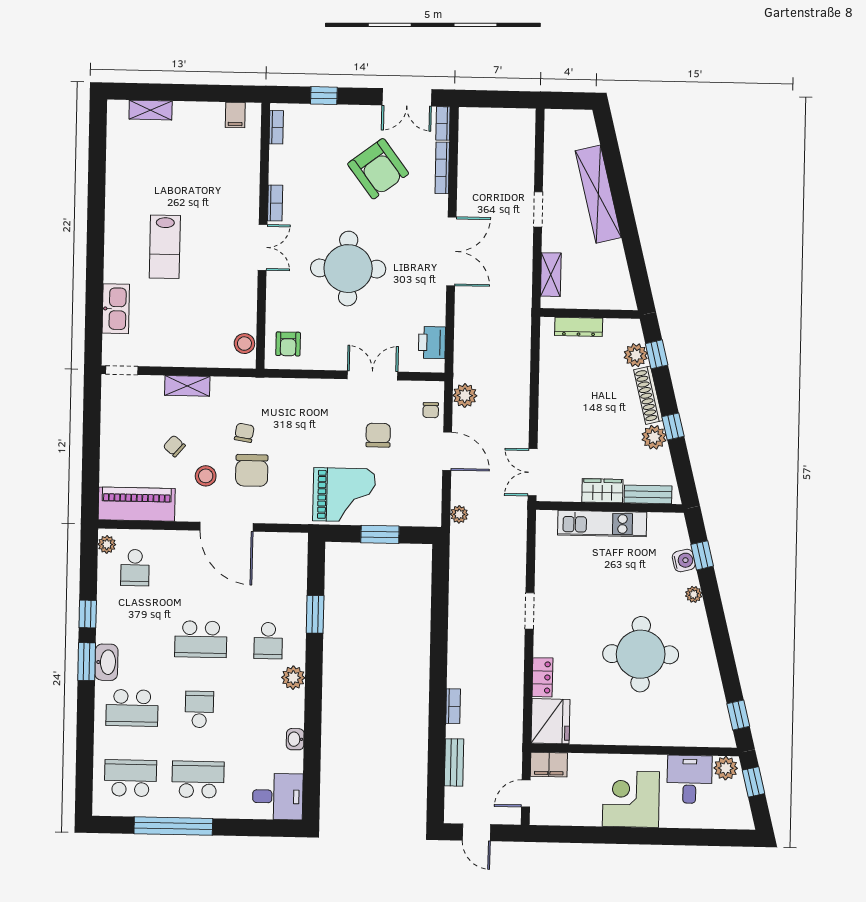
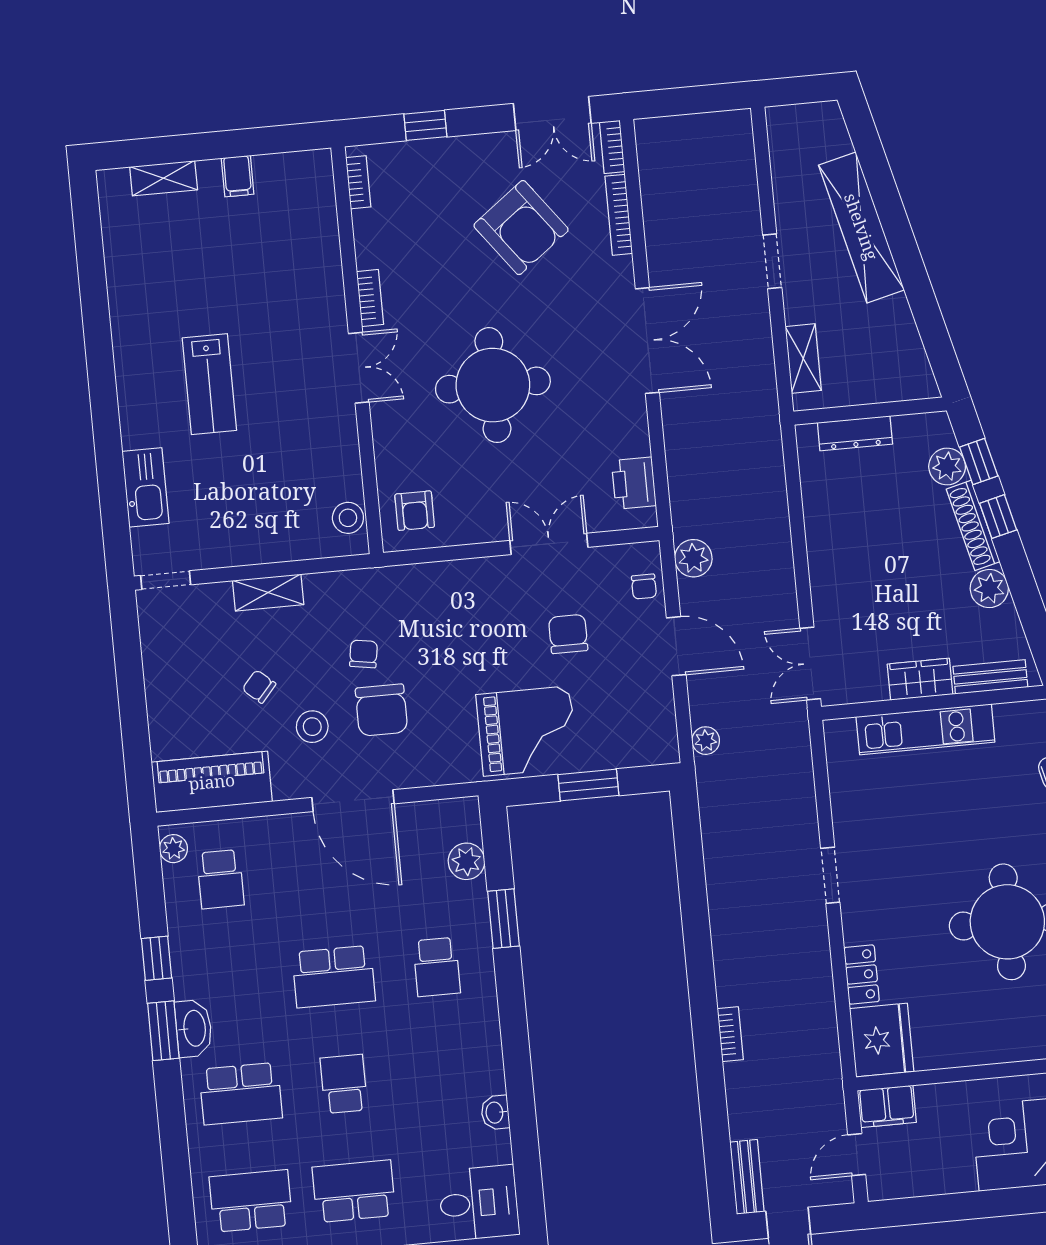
filing cabinet: (235, 115) -> (238, 176), moved
window: (673, 426) -> (998, 517), moved
plant: (293, 678) -> (466, 861), moved
bench: (454, 762) -> (747, 1177), moved

